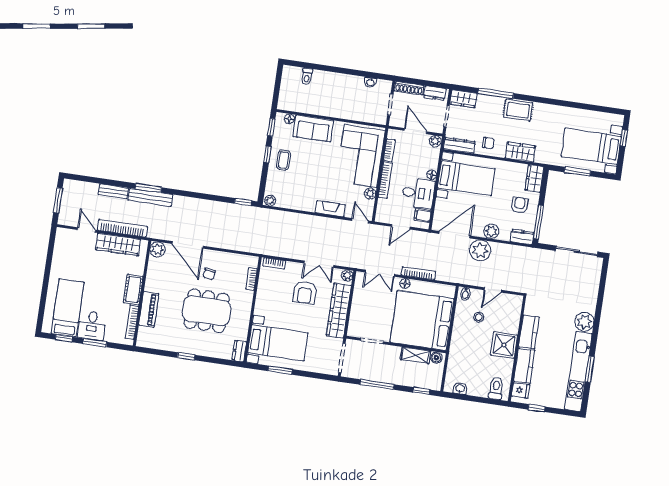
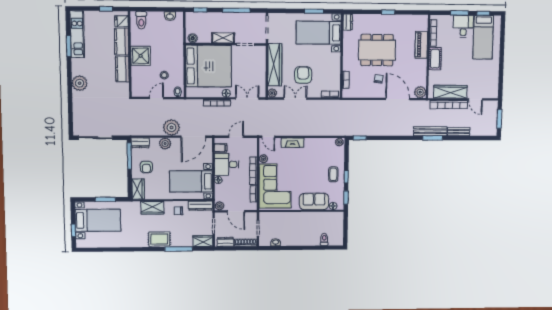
shelving: (415, 355) -> (223, 38), moved
kitchen unit: (578, 372) -> (77, 34), width x0.73

